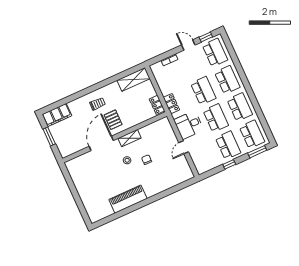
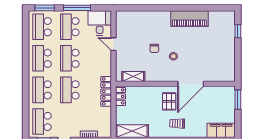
locker: (171, 104) -> (106, 91), width x1.53
desk: (189, 125) -> (100, 23), moved, turned -90
window: (49, 136) -> (238, 100), moved
shelving: (129, 138) -> (133, 77), moved
door: (184, 147) -> (113, 44), swing flipped
window: (229, 164) -> (77, 8), width x2.17
window: (81, 207) -> (238, 31), added

